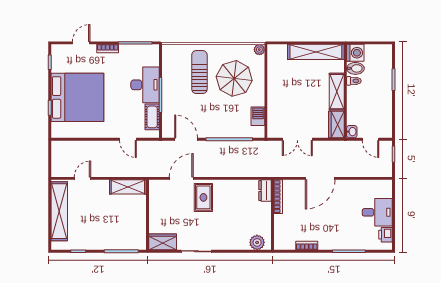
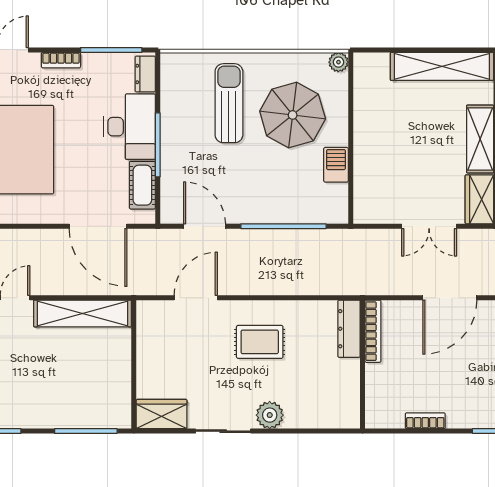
dresser: (154, 56) -> (145, 74), added
barbecue: (258, 116) -> (336, 165), moved
door: (128, 139) -> (98, 226), width x1.88
double door: (297, 139) -> (429, 226), moved
shelving: (128, 187) -> (83, 313), width x1.47
dresser: (265, 191) -> (349, 329), width x1.44
rug: (203, 197) -> (260, 342), moved, turned 90
plant: (257, 242) -> (270, 415), moved

